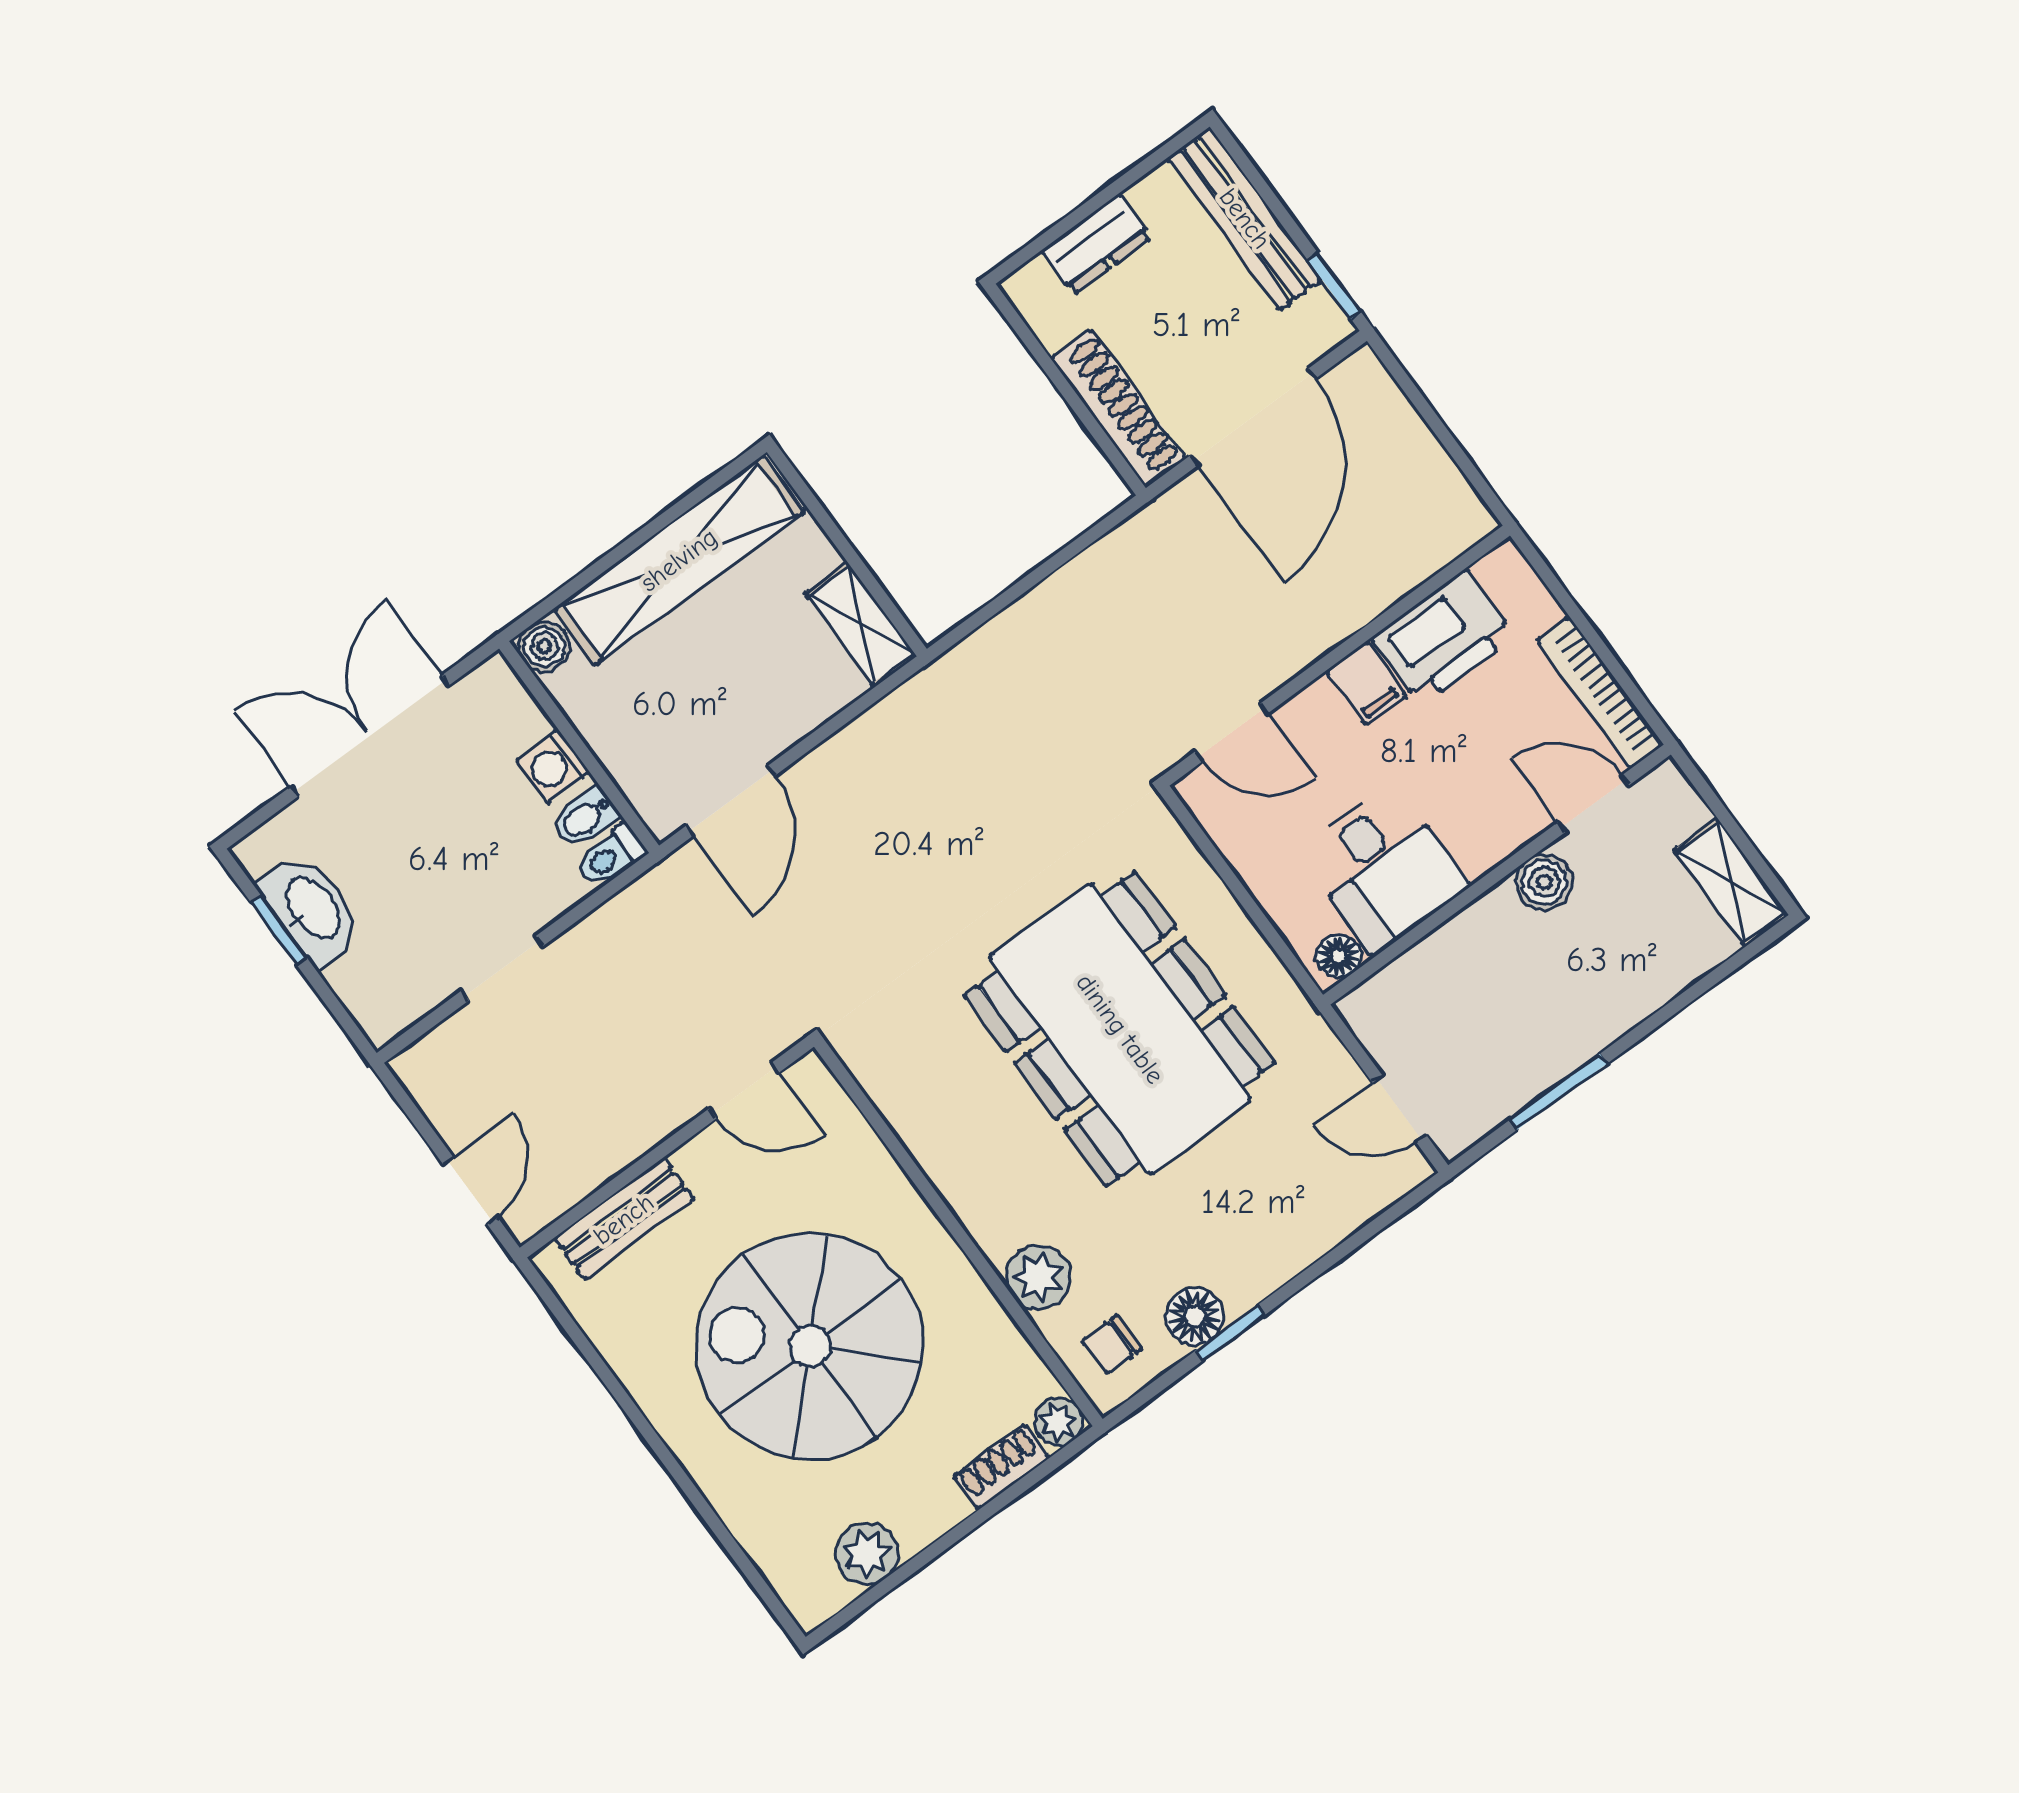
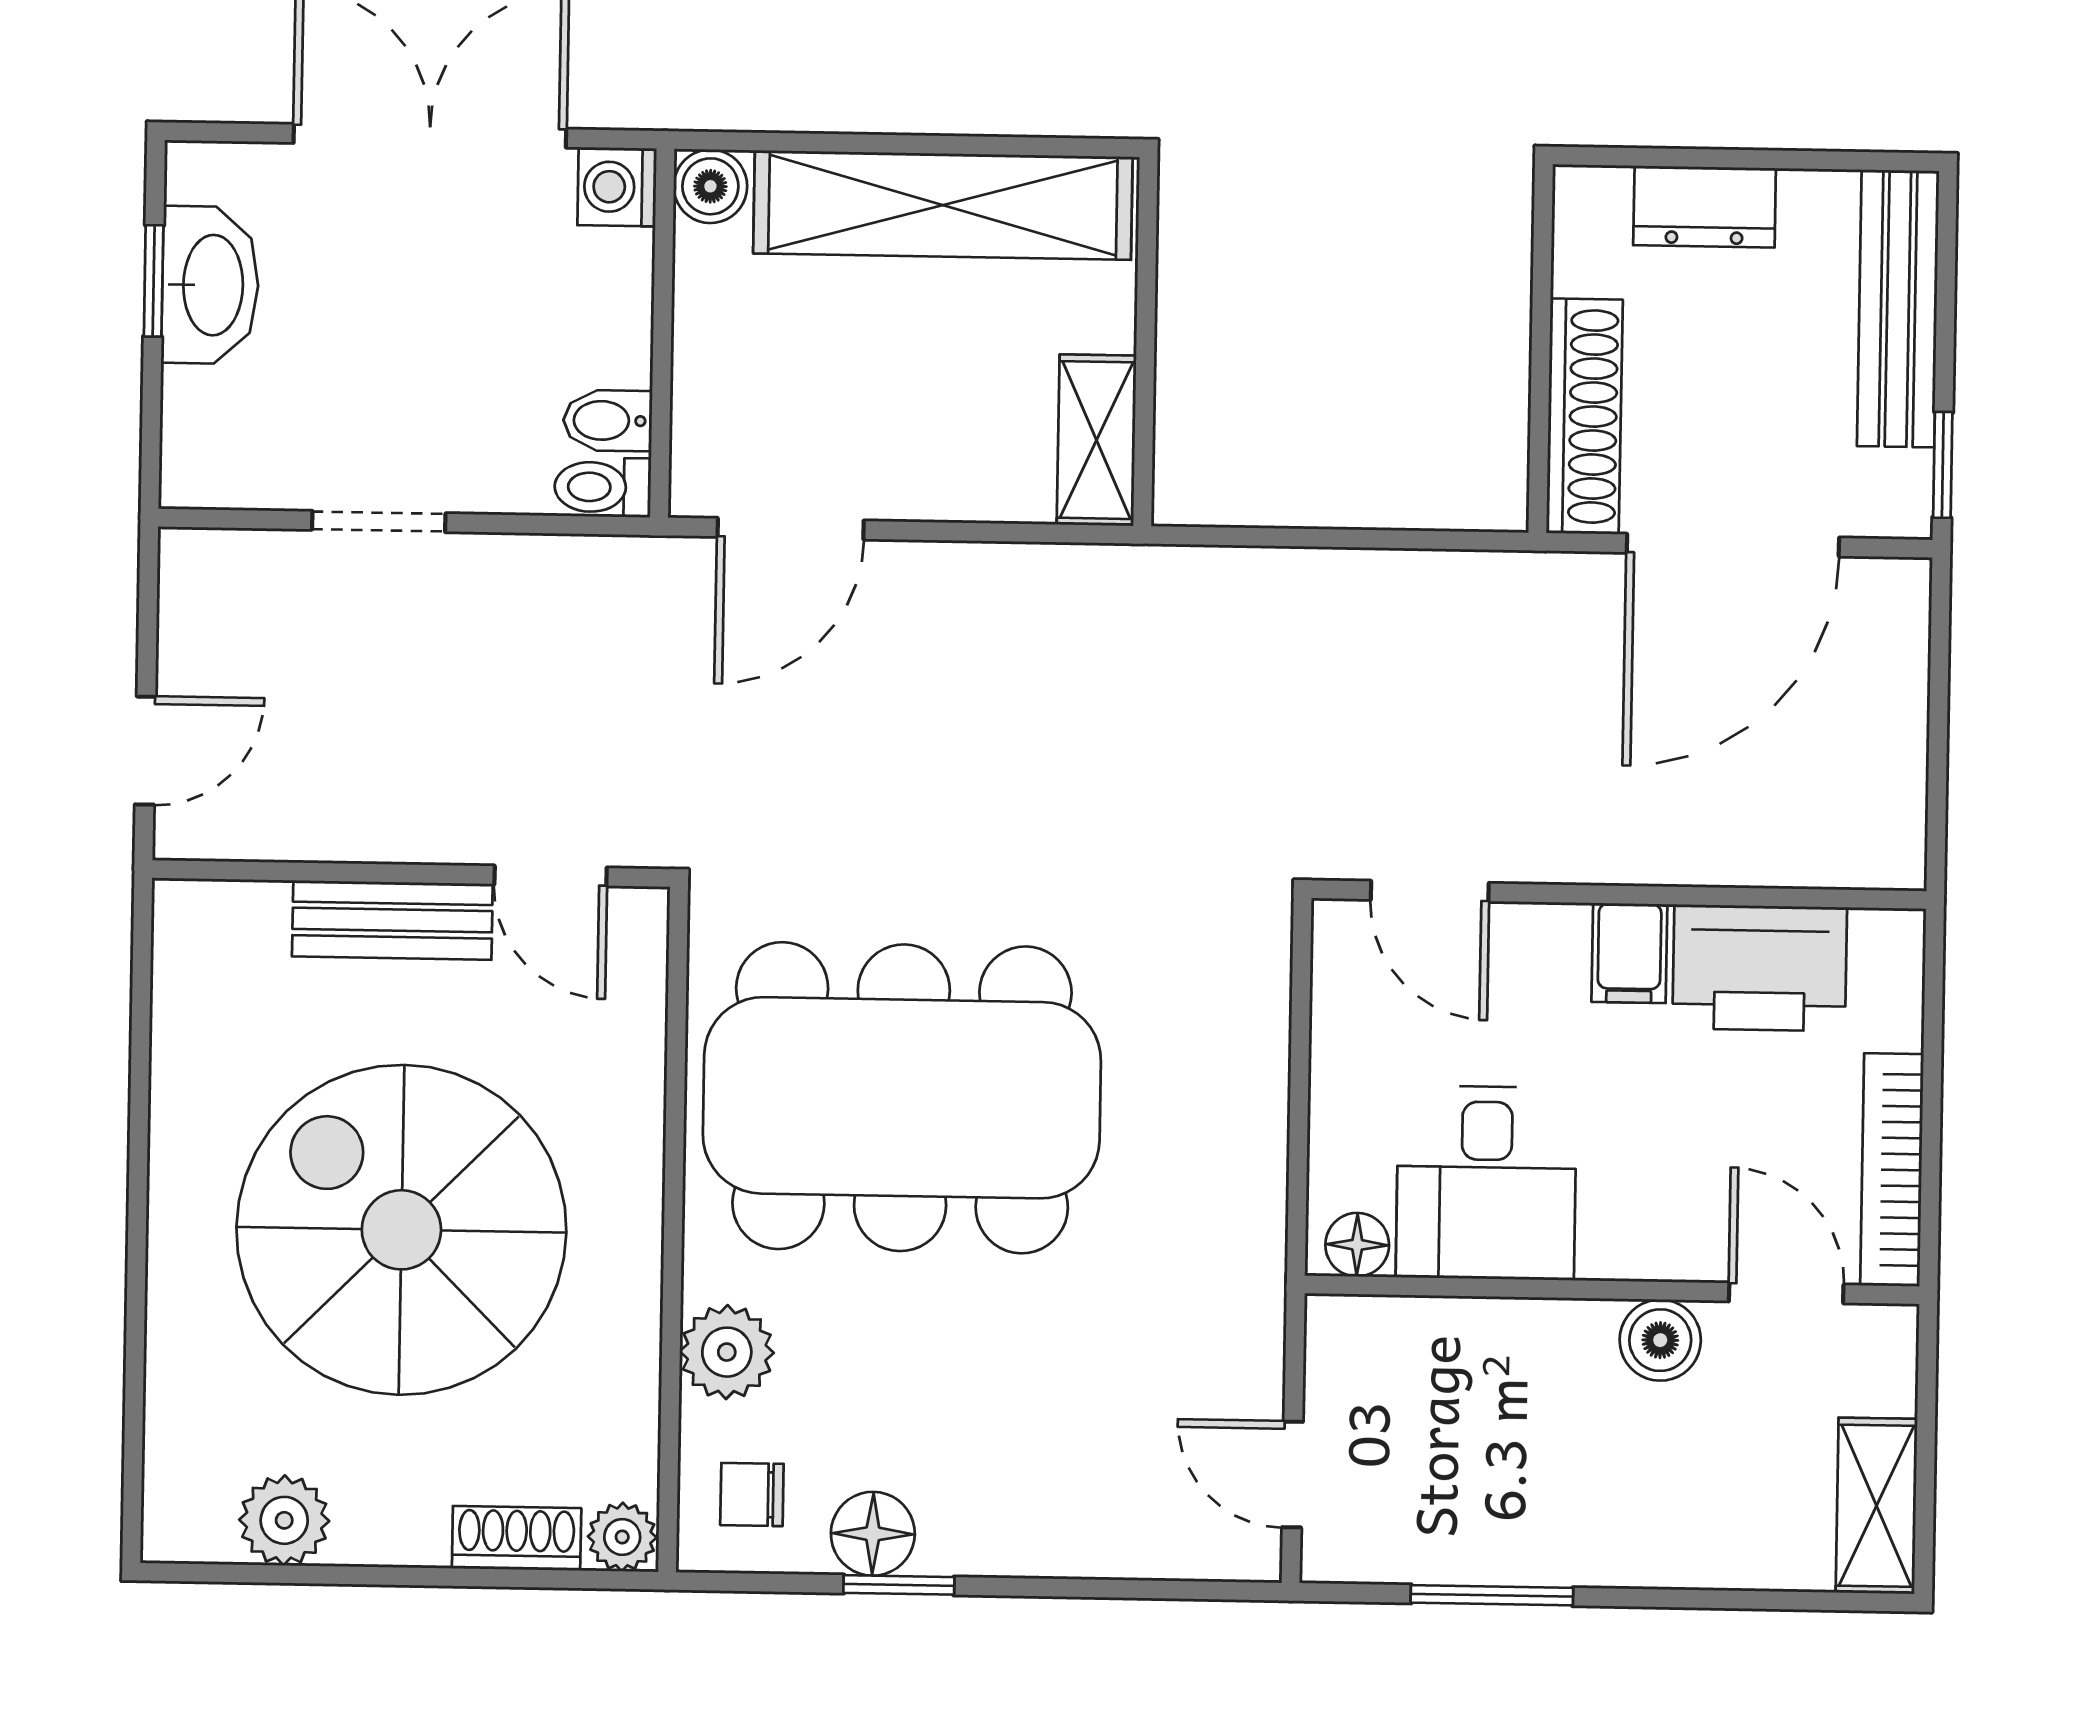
washing machine: (552, 766) -> (617, 187), moved
dining table: (1120, 1029) -> (902, 1098), moved, turned 90
bench: (624, 1219) -> (392, 920), moved

